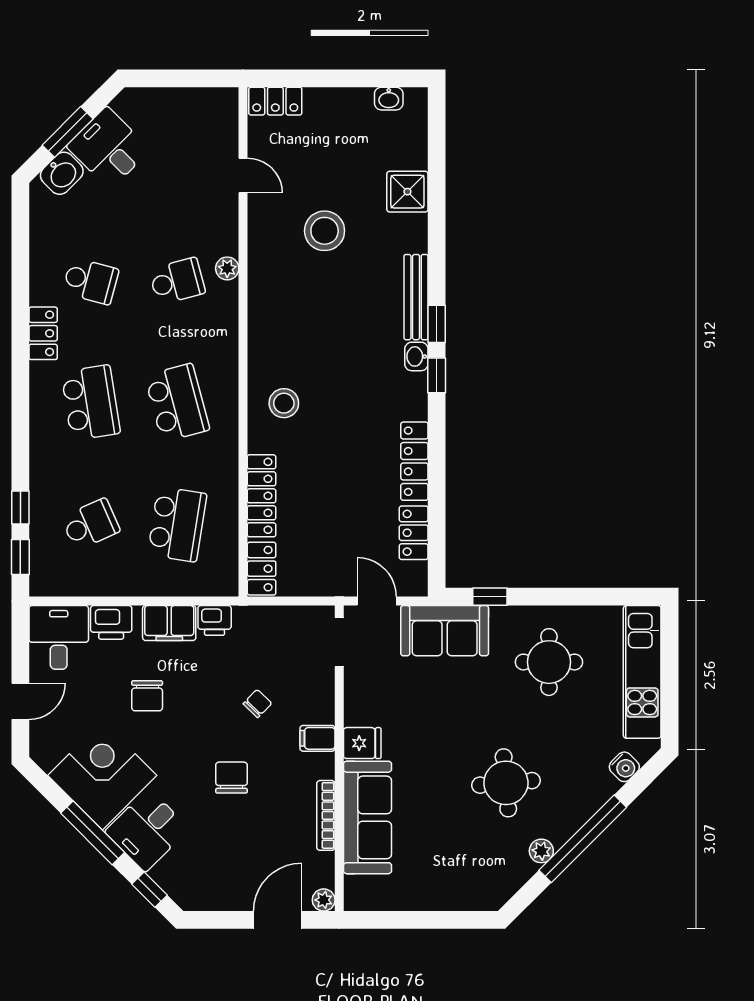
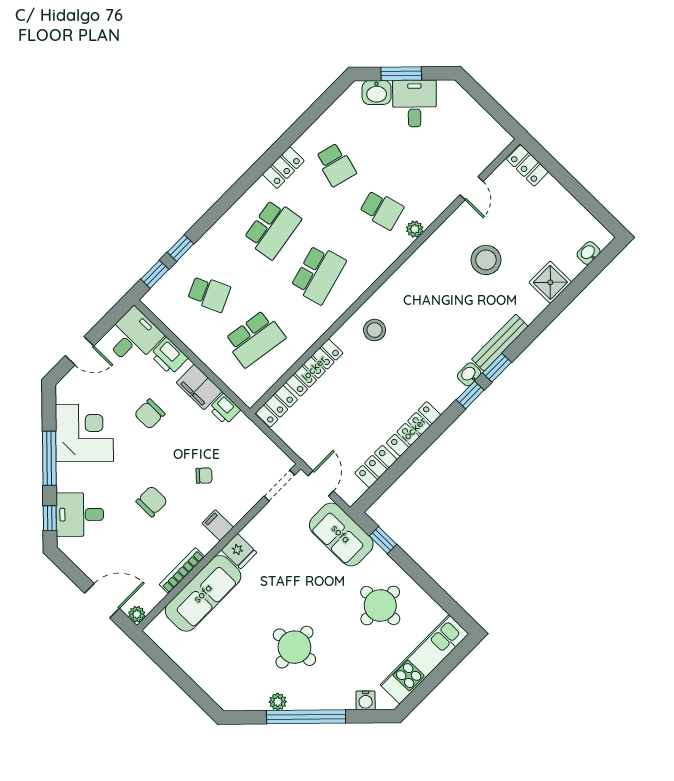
washbasin: (389, 99) -> (589, 253), moved, turned 90
desk: (147, 830) -> (80, 515), moved

